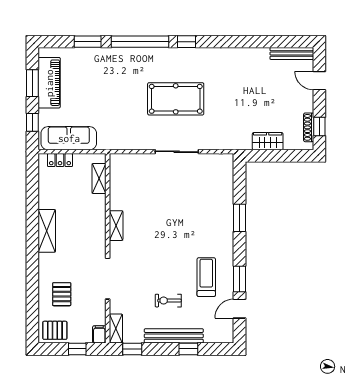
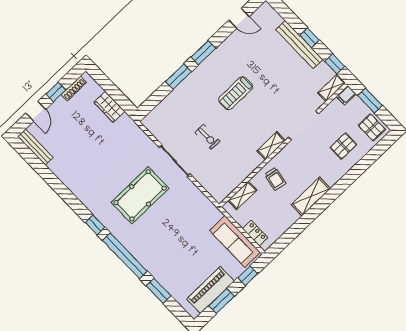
pool table: (176, 99) -> (140, 195), turned 90
window: (319, 127) -> (56, 92), moved
trolley: (87, 216) -> (275, 179), added
shelving: (116, 226) -> (271, 146), moved
treadmill: (206, 277) -> (236, 93), moved
window: (239, 279) -> (203, 53), moved
exercise bike: (168, 301) -> (207, 137), moved
window: (77, 349) -> (370, 100), width x1.50
window: (188, 349) -> (310, 38), moved

